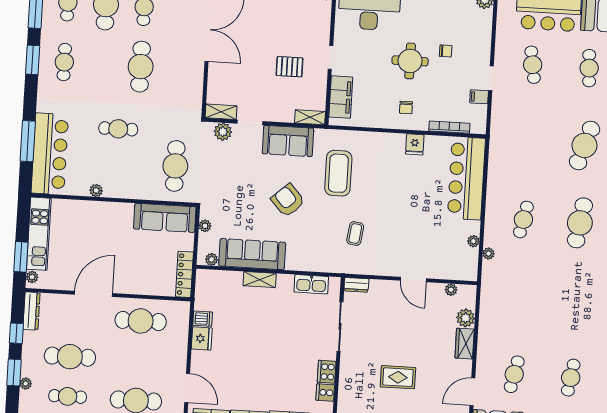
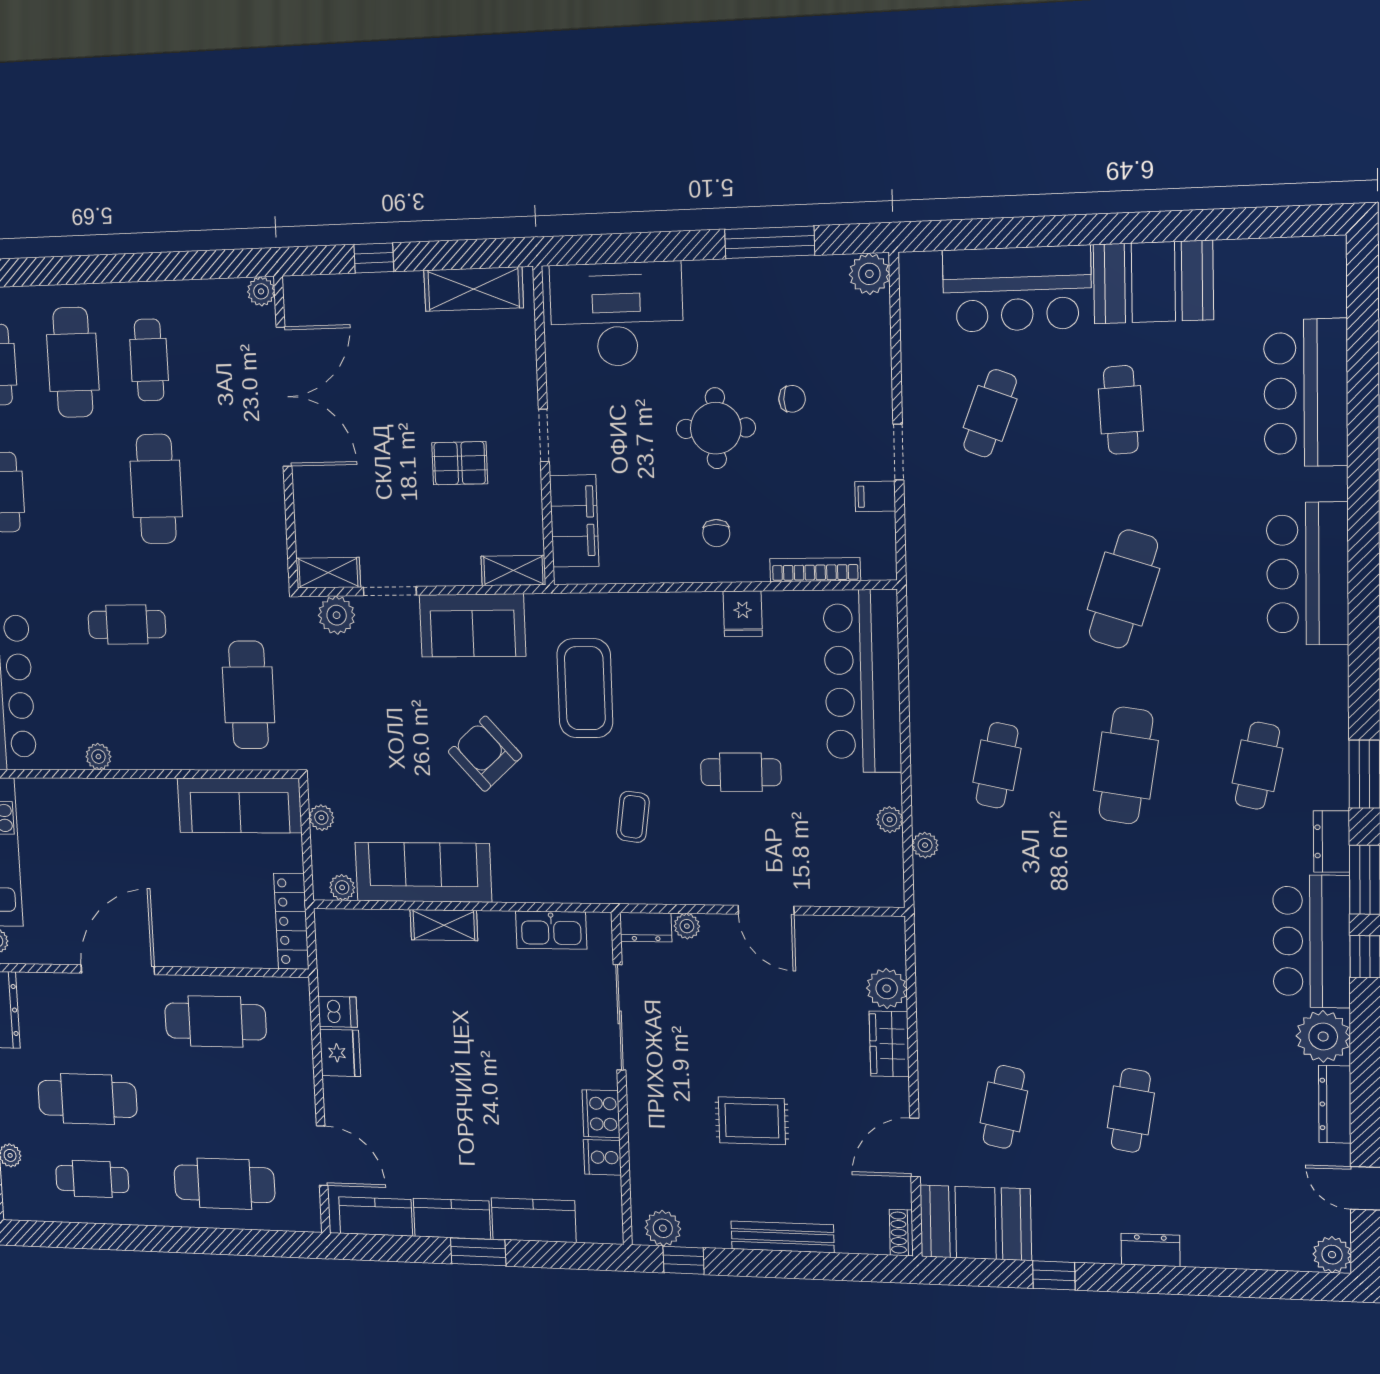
cafe table: (533, 65) -> (990, 413), turned 30
cafe table: (407, 216) -> (741, 772), added
plant: (451, 290) -> (687, 926), moved

